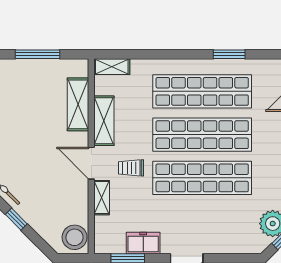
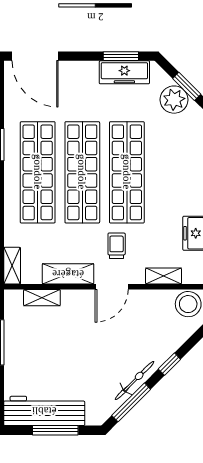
shelving: (78, 104) -> (42, 298), width x0.67, depth x0.75
trolley: (131, 168) -> (117, 246), turned 180
shelving: (102, 198) -> (164, 276), moved

